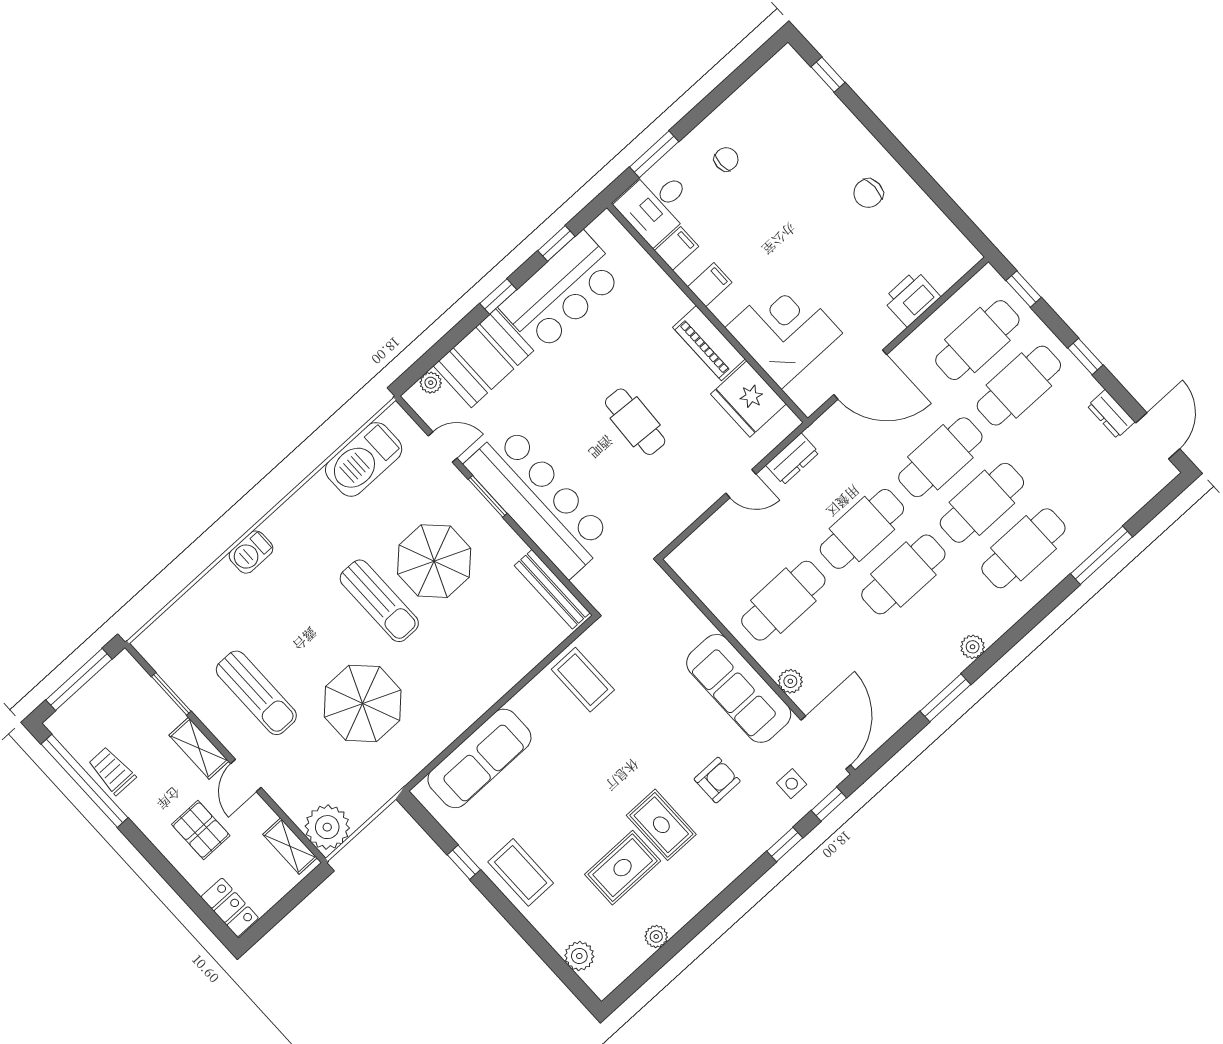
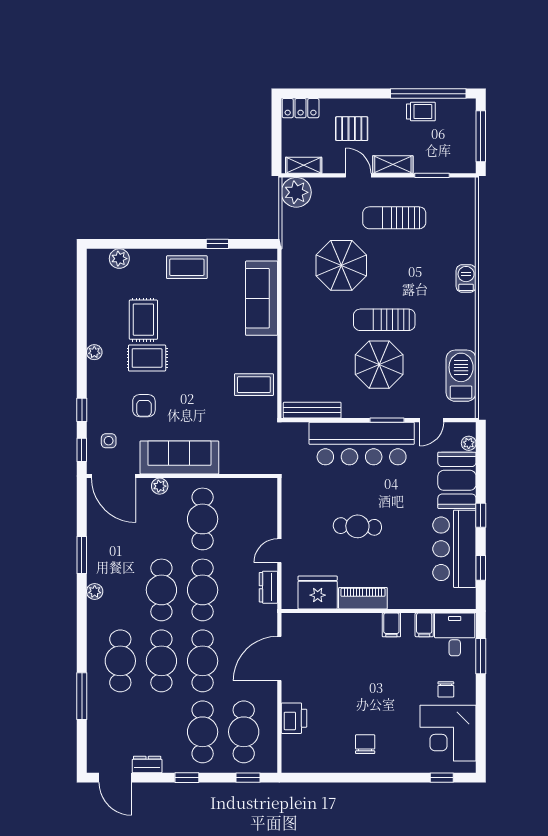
corner desk: (784, 330) -> (448, 733), moved, turned 90
plant: (656, 936) -> (94, 352), moved

